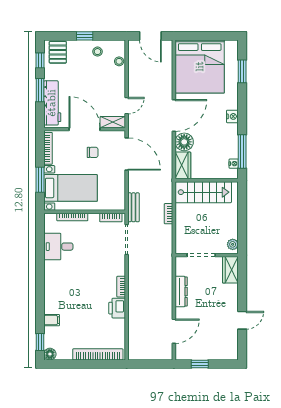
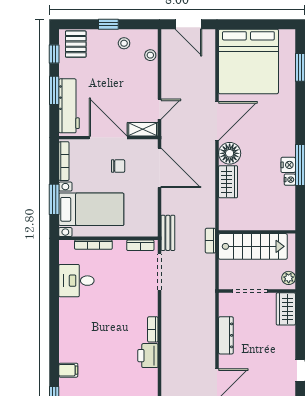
nightstand: (232, 116) -> (288, 165), moved
wall: (207, 180) -> (257, 232), moved
stairs: (203, 192) -> (253, 246), moved

